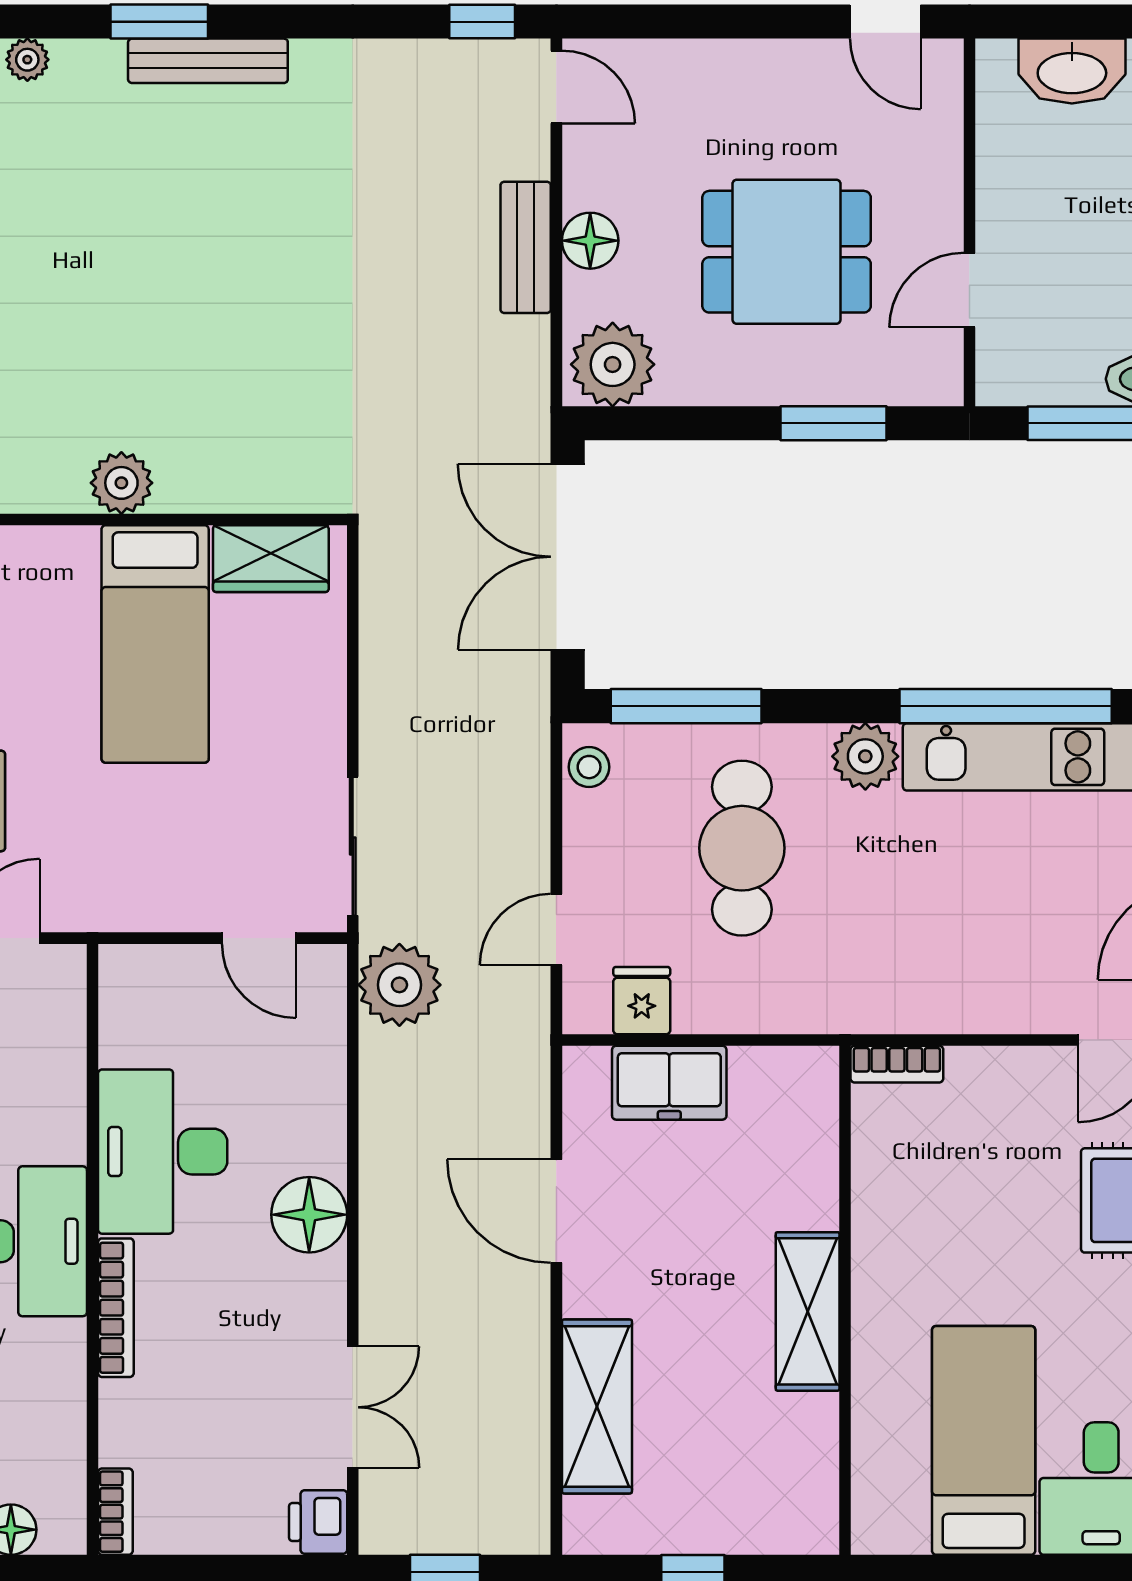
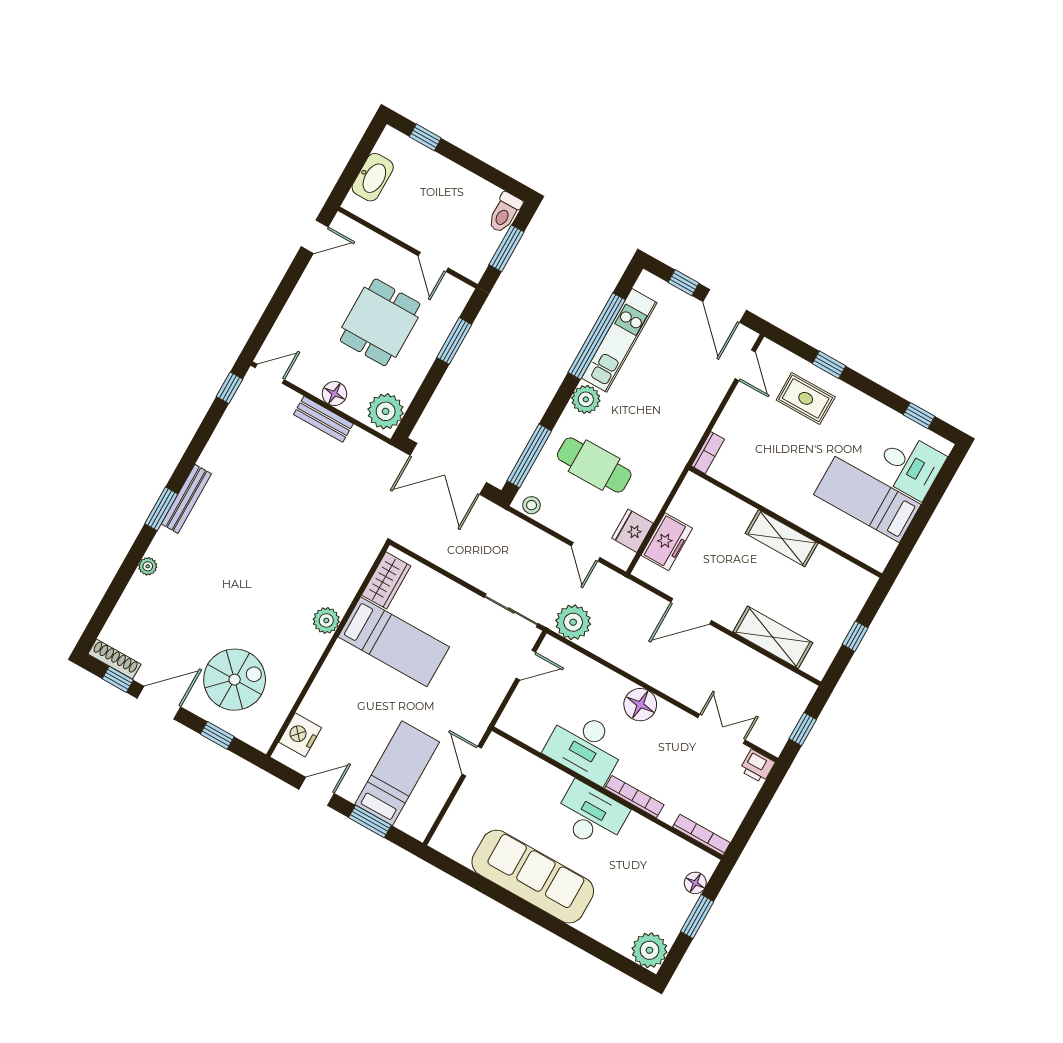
fridge: (642, 1001) -> (632, 531), width x1.38
bookcase: (115, 1512) -> (701, 835), width x1.56

